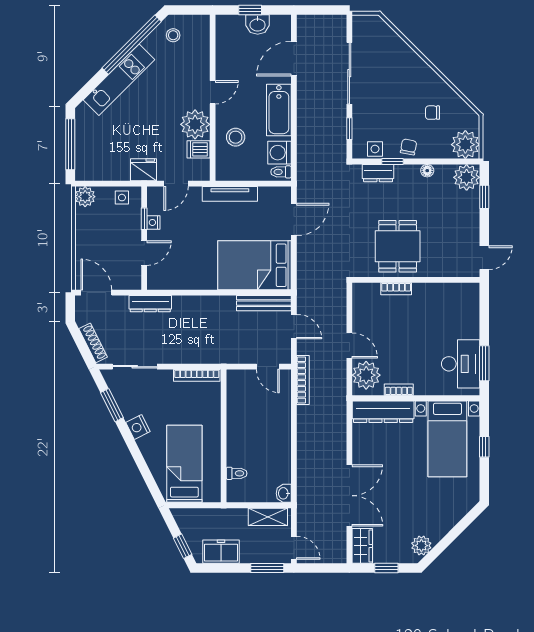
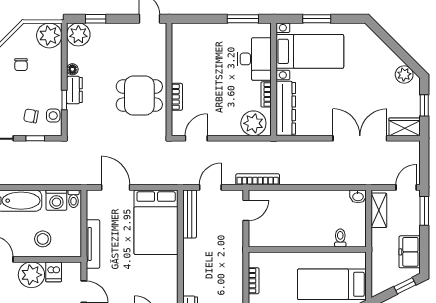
chair: (409, 147) -> (31, 116), moved
dresser: (378, 173) -> (74, 90), moved
door: (349, 345) -> (196, 138), moved
desk: (461, 364) -> (254, 59), moved, turned 90
bookcase: (197, 375) -> (254, 281), width x0.64
window: (484, 447) -> (317, 19), width x1.50

